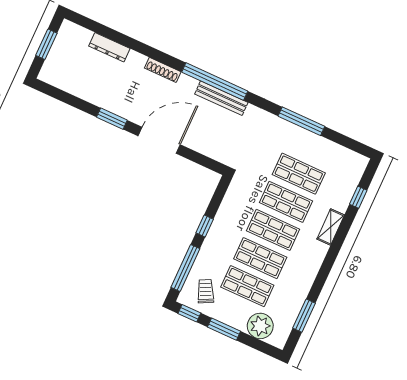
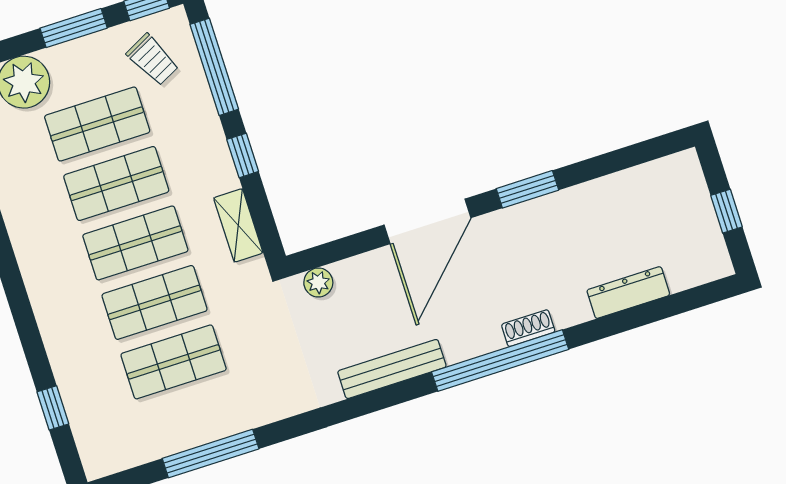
window: (46, 44) -> (727, 211), width x0.67
shoe rack: (163, 70) -> (528, 328), width x0.70
window: (215, 82) -> (500, 361), moved
window: (301, 121) -> (211, 454), moved
plant: (219, 154) -> (318, 282), added
shelving: (331, 227) -> (238, 225), moved

